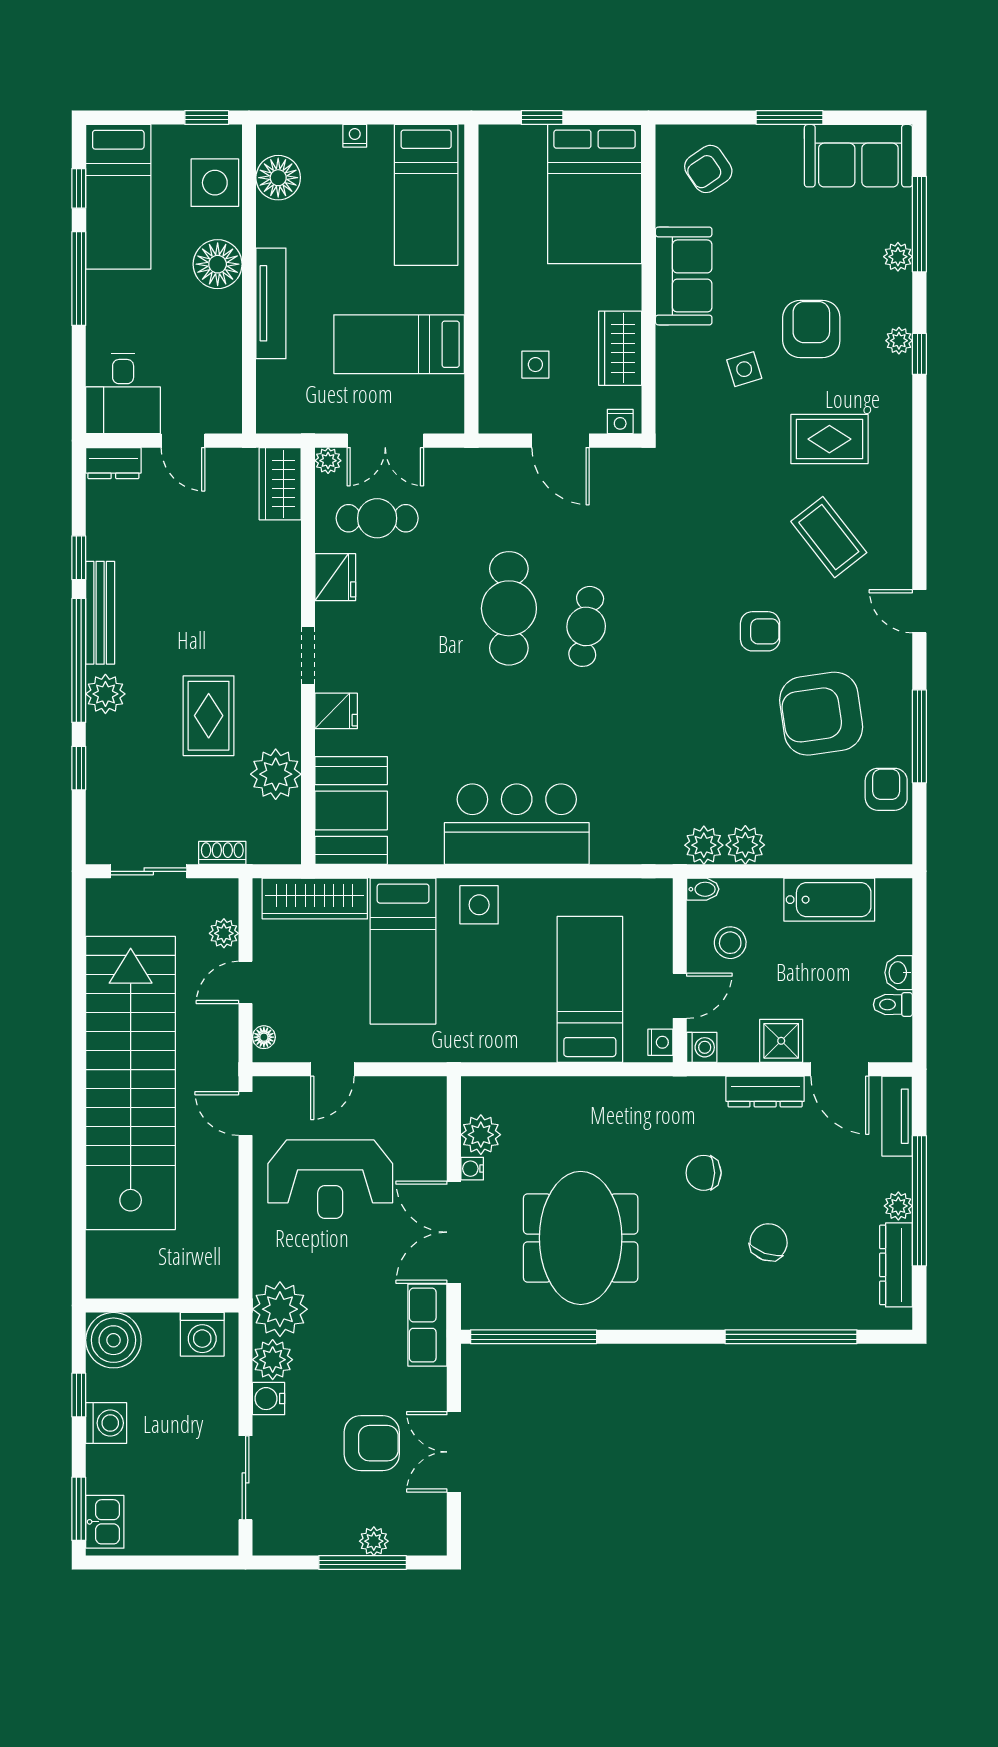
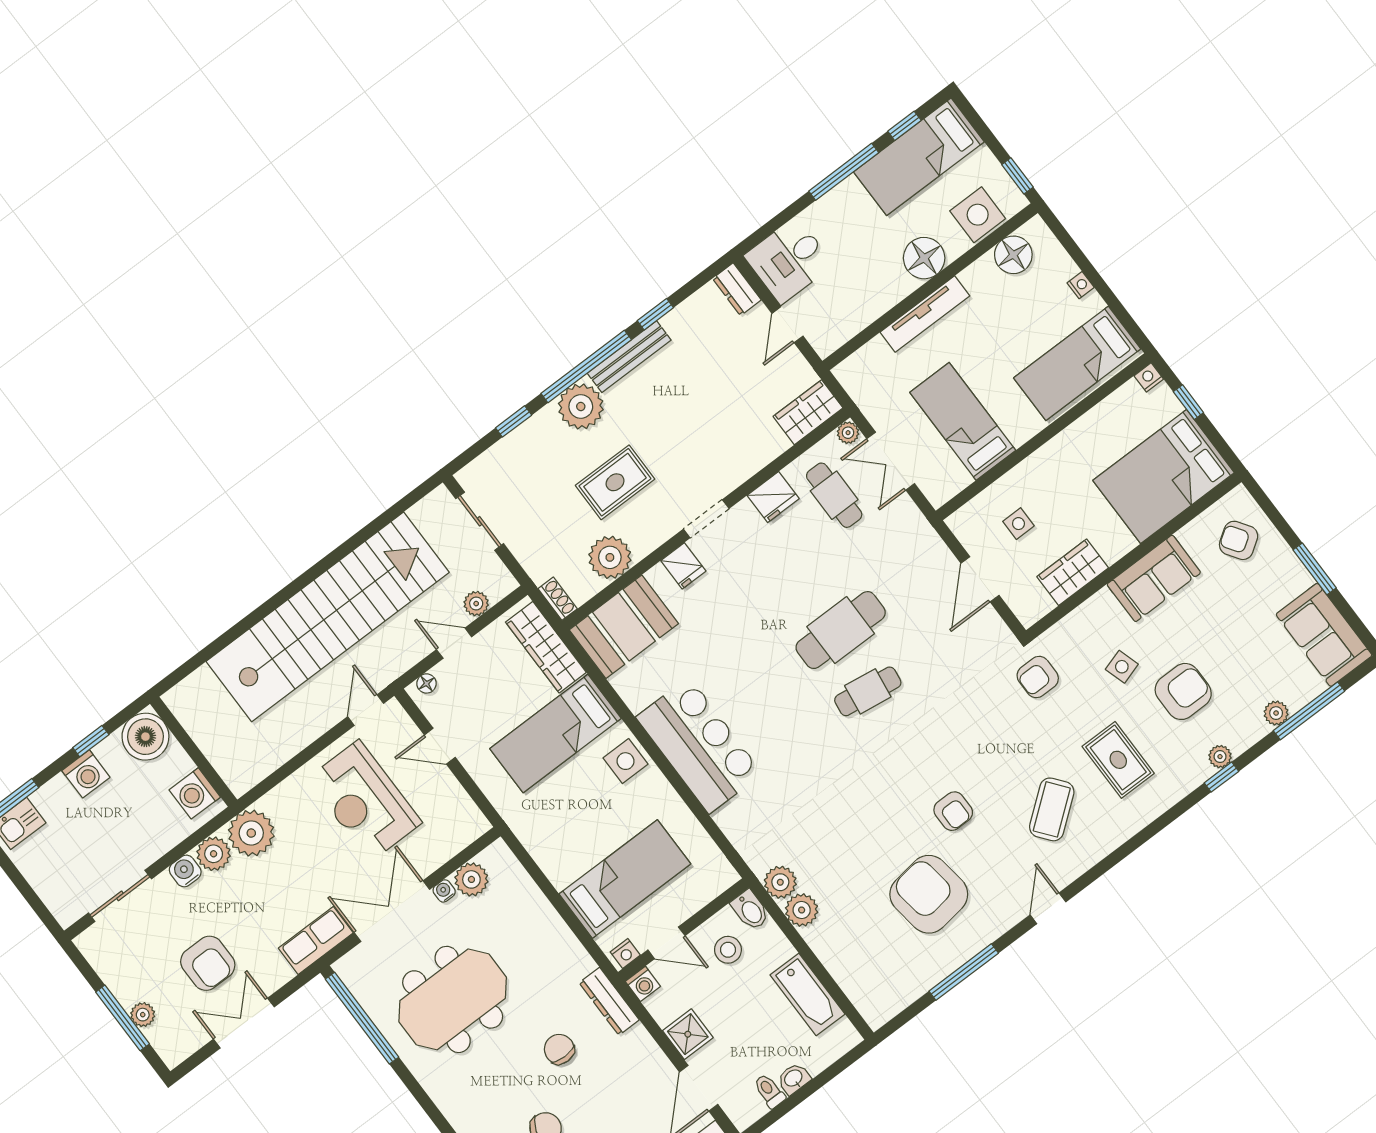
nightstand: (620, 421) -> (1149, 377), moved, turned 90
plant: (105, 694) -> (581, 406), width x1.36, depth x1.36
armchair: (886, 789) -> (1038, 677), moved, turned 180
shoe rack: (222, 853) -> (558, 599), moved
bidet: (703, 889) -> (750, 910), width x1.38, depth x1.36
dresser: (765, 1092) -> (609, 1001), moved

